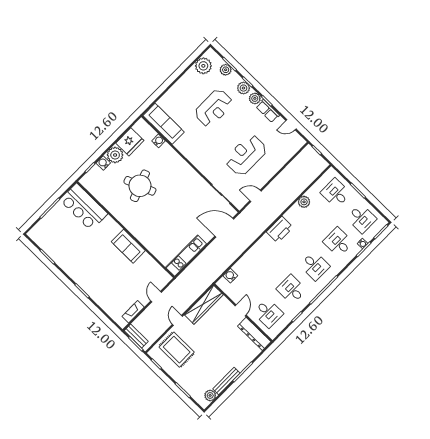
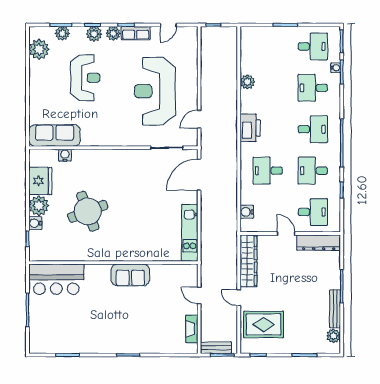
reception desk: (246, 155) -> (155, 91), width x1.36, depth x1.30
desk: (336, 193) -> (268, 171), moved

